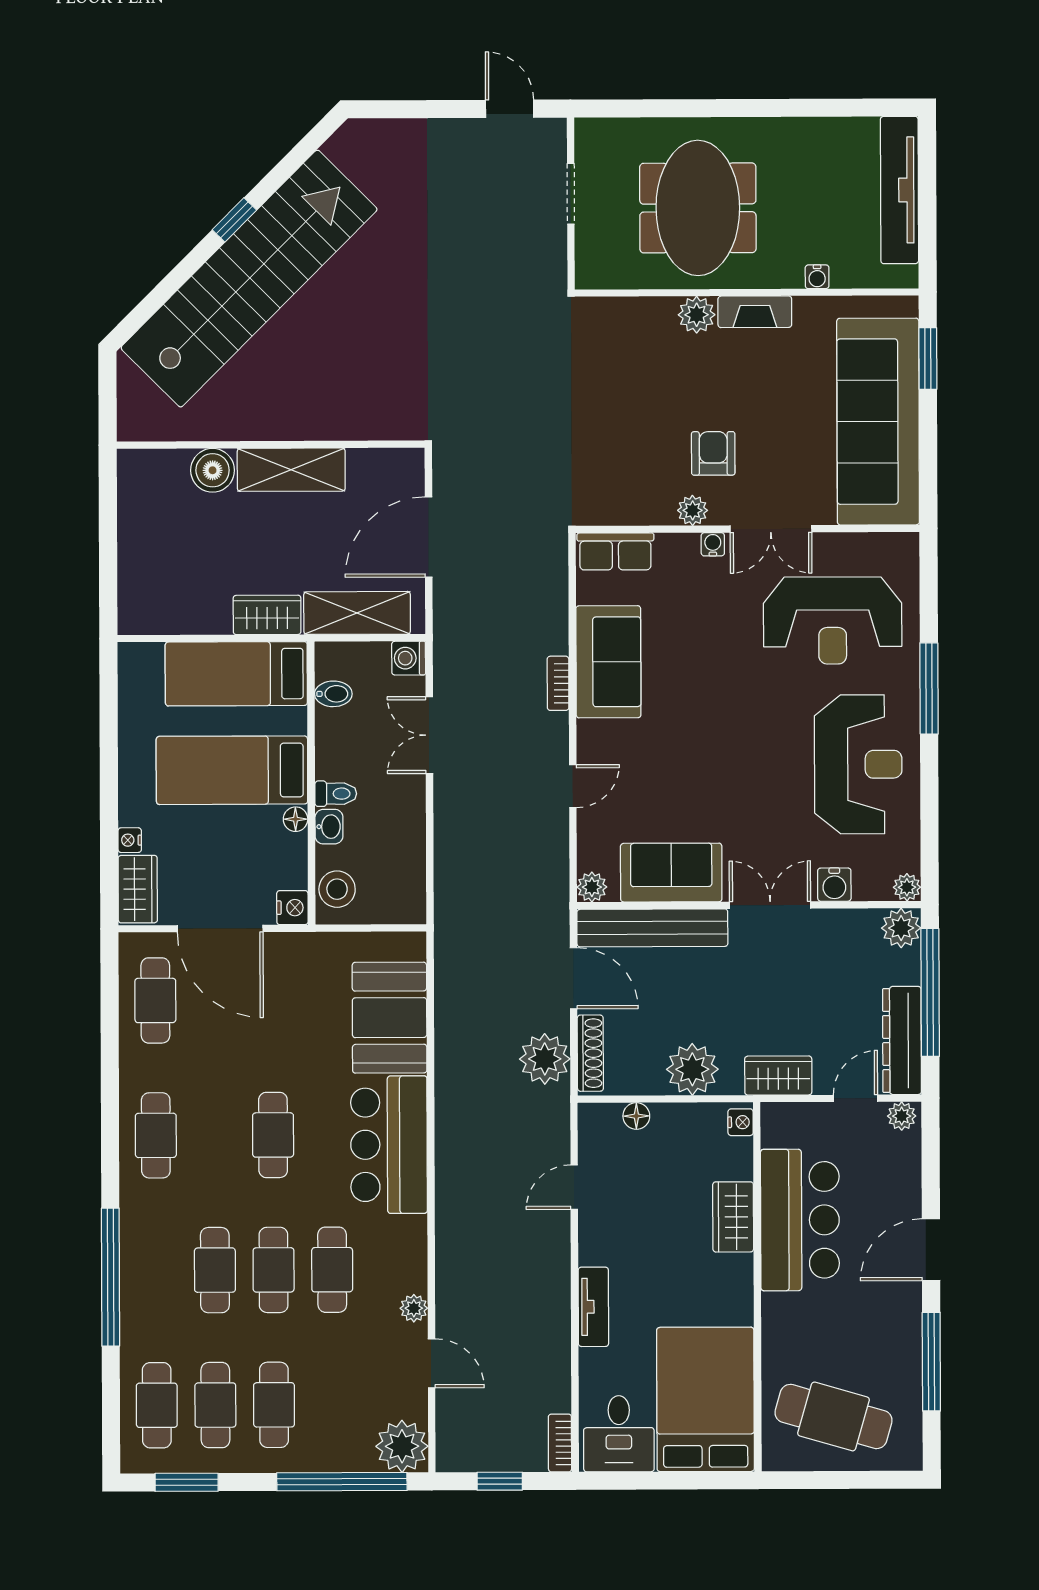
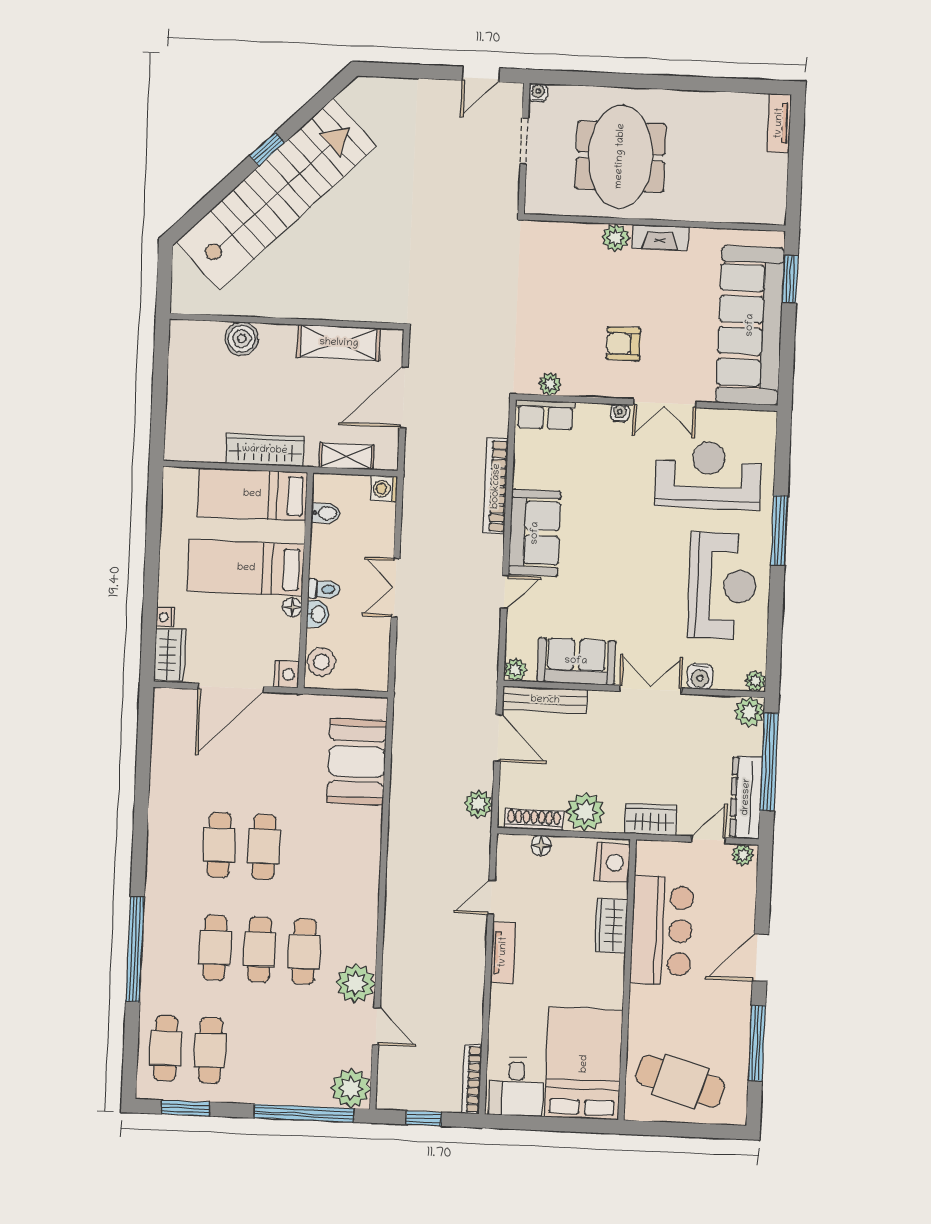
door: (510, 109) -> (481, 74), swing flipped
tv unit: (899, 190) -> (779, 123), width x0.52, depth x0.78
water cooler: (817, 277) -> (538, 93), moved, turned 180
armchair: (713, 453) -> (623, 344), turned -90
shelving: (291, 470) -> (339, 343), moved
plant: (693, 510) -> (550, 384), moved
shelving: (357, 613) -> (346, 456), width x0.67, depth x0.75
wardrobe: (267, 615) -> (265, 450), width x1.50
reception desk: (833, 621) -> (708, 475), turned 180
sofa: (608, 662) -> (535, 533), moved
bookcase: (558, 683) -> (496, 486), width x2.31, depth x1.31
double door: (429, 735) -> (395, 588), moved
bench: (652, 928) -> (545, 700), width x0.73, depth x0.82
door: (220, 929) -> (231, 688), hinge flipped
cafe table: (155, 1000) -> (179, 740), removed
shoe rack: (590, 1053) -> (534, 820), moved, turned -90
plant: (545, 1059) -> (478, 804), width x0.73, depth x0.73
nightstand: (741, 1122) -> (612, 863), width x1.89, depth x1.79
cafe table: (156, 1135) -> (219, 845), moved
bar counter: (389, 1145) -> (352, 858), removed
tv unit: (593, 1307) -> (503, 952), moved
plant: (414, 1308) -> (356, 983), width x1.88, depth x1.88
cafe table: (274, 1405) -> (255, 1052), removed
bookcase: (560, 1443) -> (472, 1079), width x1.56

